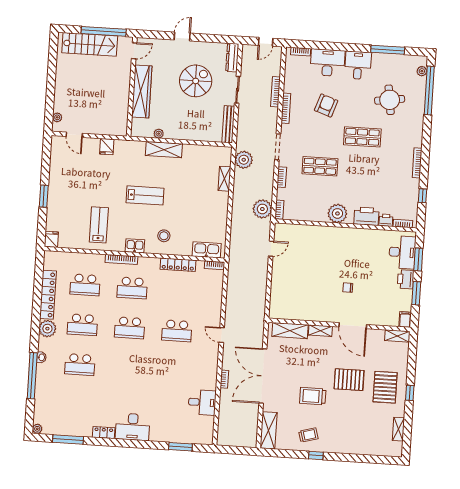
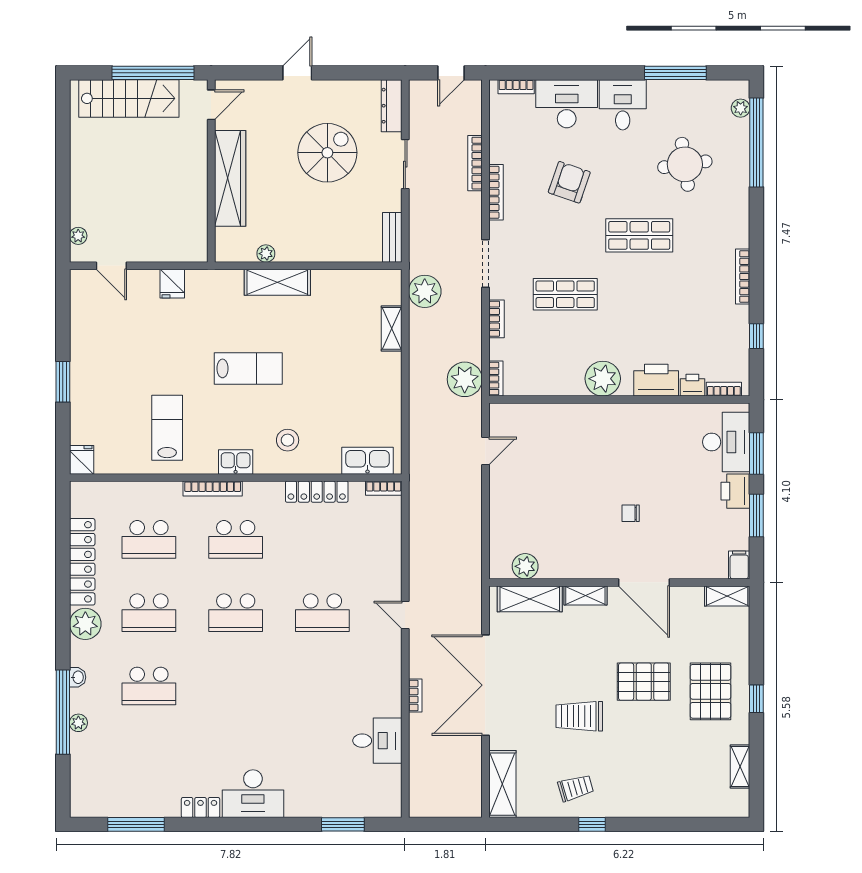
bench: (228, 124) -> (392, 237), width x0.73
plant: (289, 313) -> (525, 566), added
plant: (37, 429) -> (78, 723), moved

